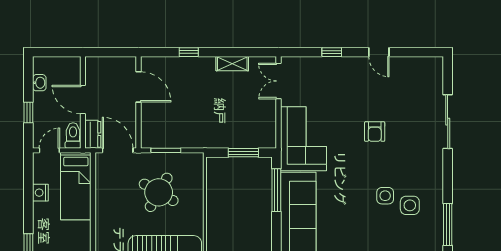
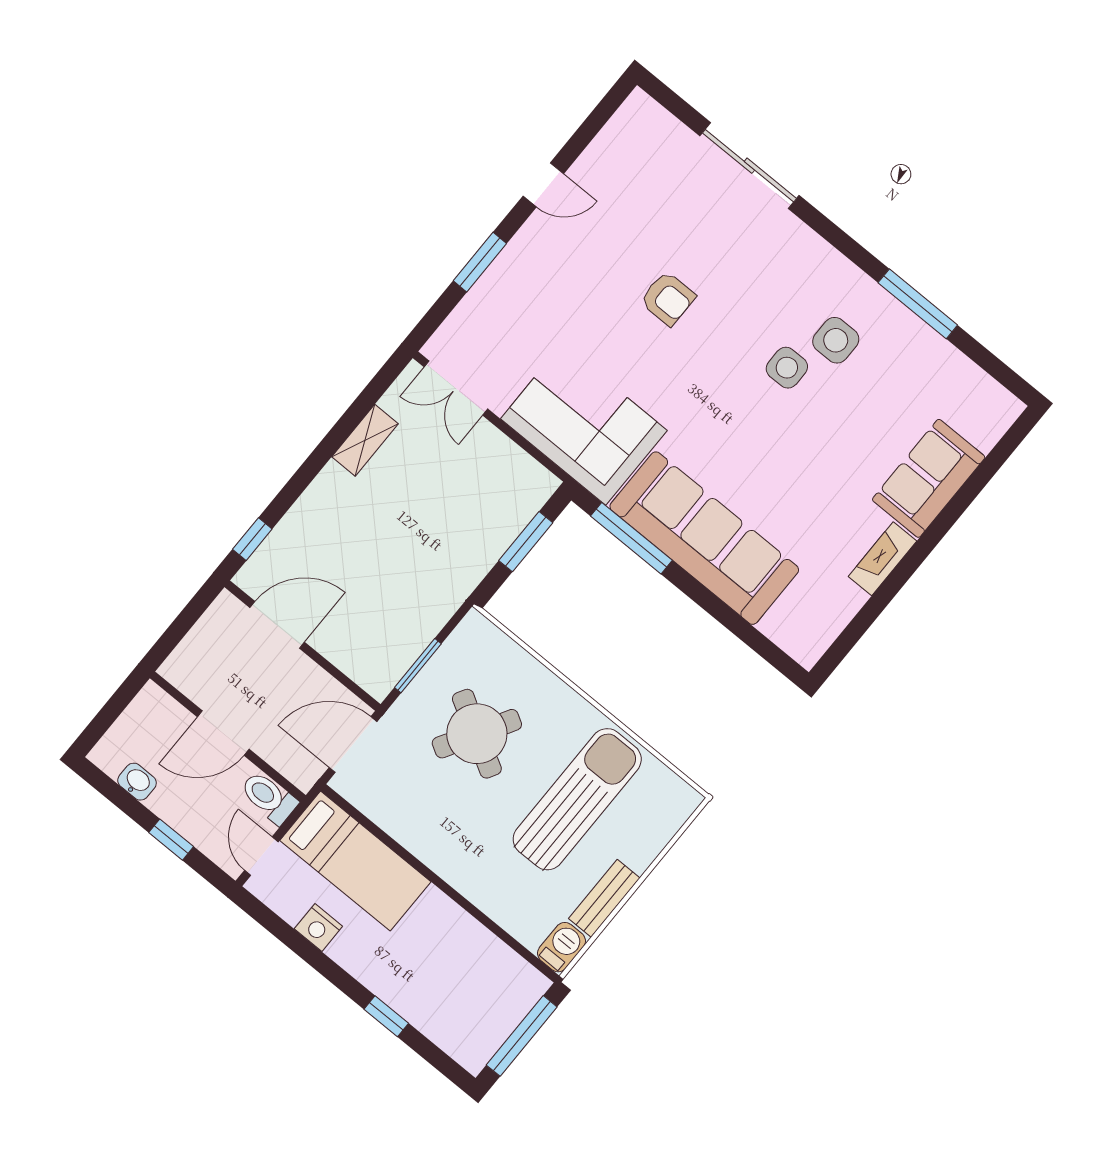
window: (189, 52) -> (252, 539), moved
window: (332, 52) -> (480, 262), width x1.50
dresser: (93, 134) -> (293, 763), removed

